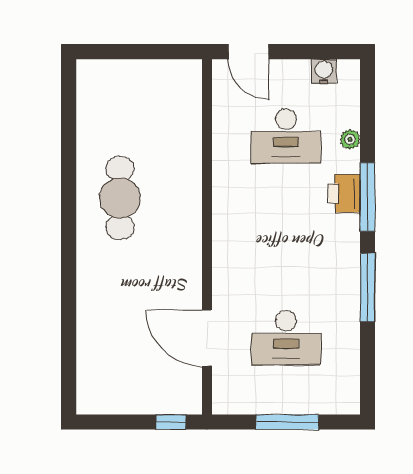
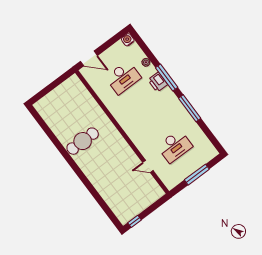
water cooler: (324, 71) -> (128, 40), moved
cafe table: (120, 198) -> (83, 141), turned 90
door: (207, 338) -> (148, 166), width x0.53
window: (171, 422) -> (134, 221), moved

